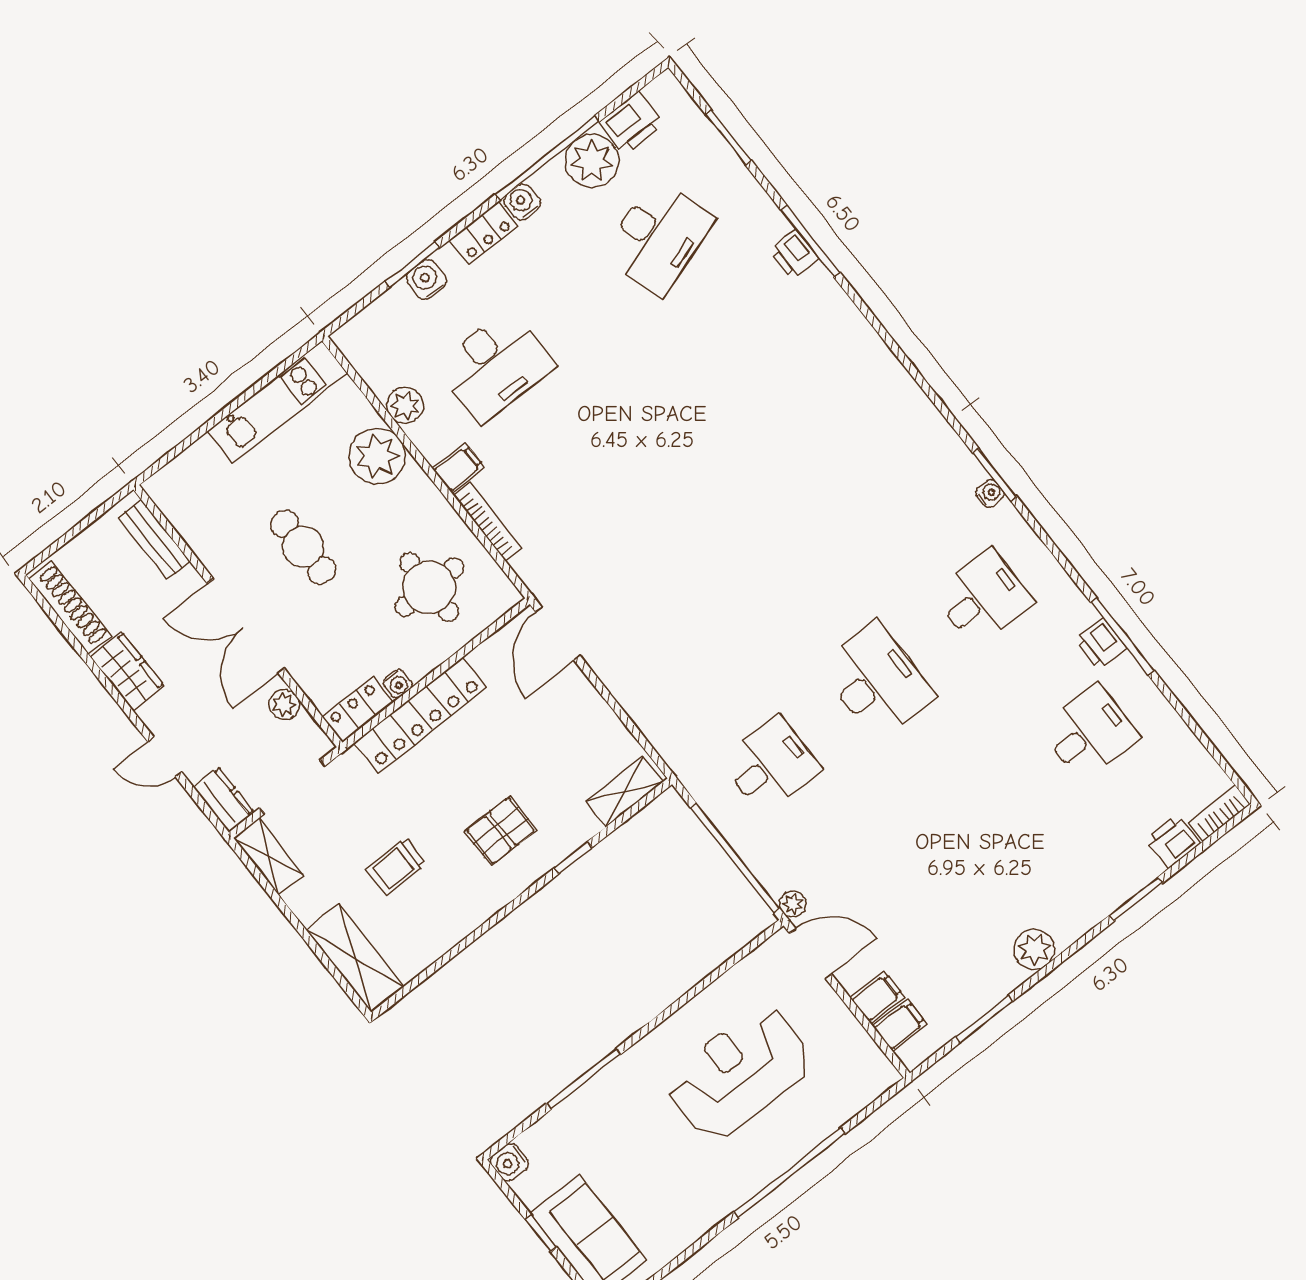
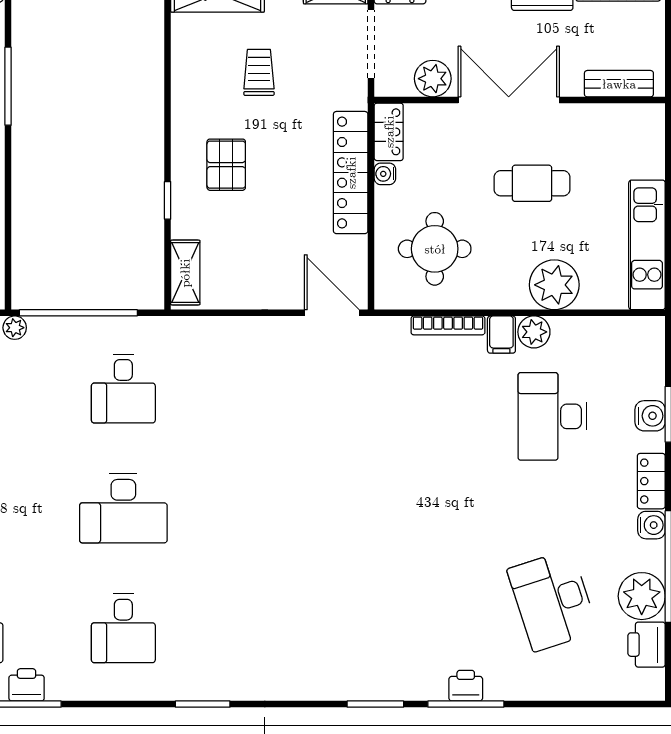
window: (729, 137) -> (375, 704), moved
plant: (405, 406) -> (534, 332), moved
water cooler: (990, 493) -> (192, 690), removed
plant: (284, 705) -> (433, 79), width x1.38, depth x1.38

